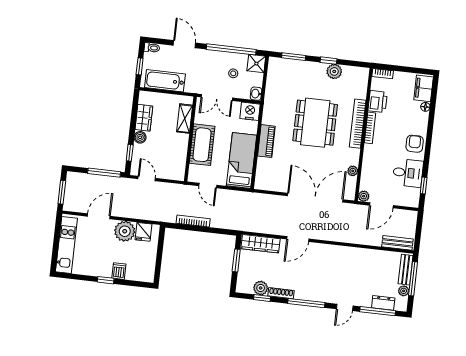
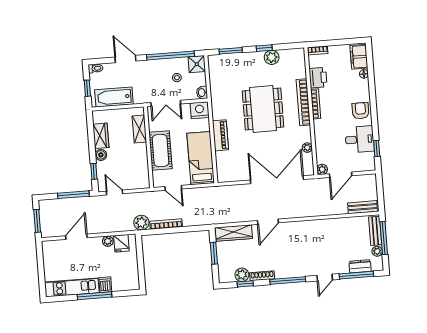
plant: (168, 215) -> (141, 223), added
plant: (125, 231) -> (108, 241), width x0.53, depth x0.53
kitchen unit: (66, 245) -> (72, 287), moved, turned -90
window: (106, 280) -> (94, 296), width x2.17

